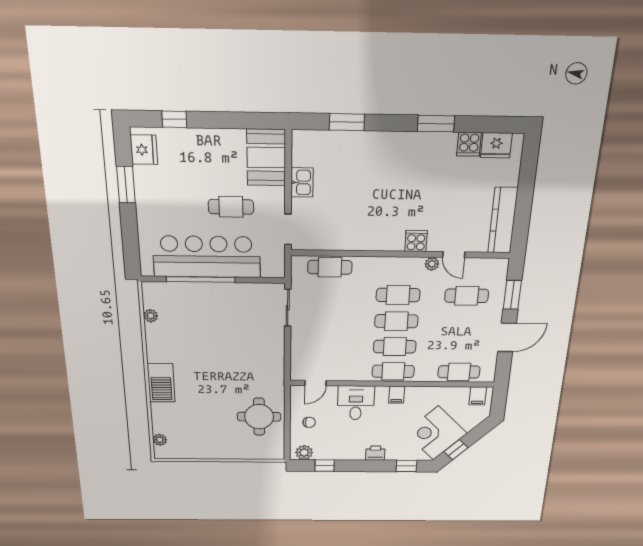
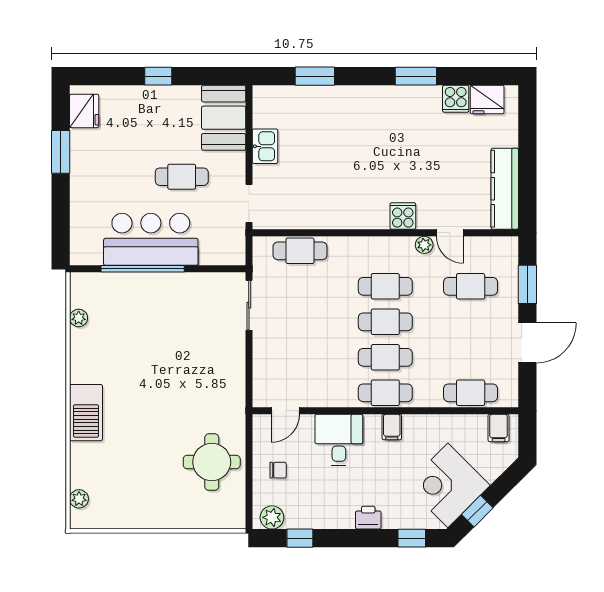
window: (174, 119) -> (158, 76), moved
bar counter: (207, 257) -> (151, 239), width x0.73

